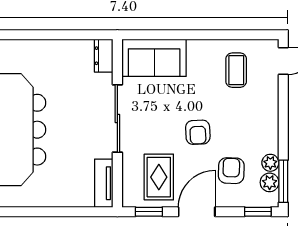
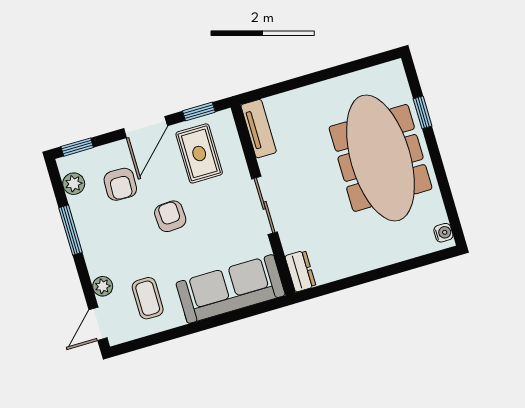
sofa: (154, 58) -> (231, 289), width x1.36
sliding door: (117, 119) -> (265, 205), width x0.73
plant: (270, 163) -> (103, 286), moved
window: (283, 181) -> (71, 230), moved

